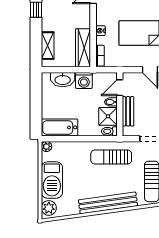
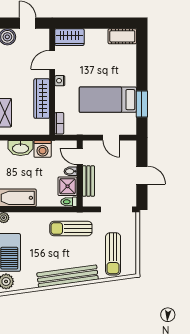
nightstand: (101, 31) -> (60, 81), moved
wardrobe: (83, 48) -> (42, 99), moved
door: (120, 88) -> (80, 156), hinge flipped

